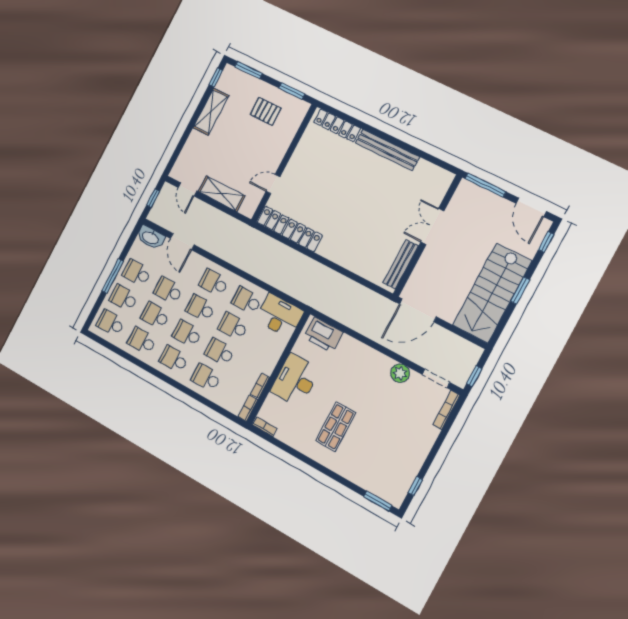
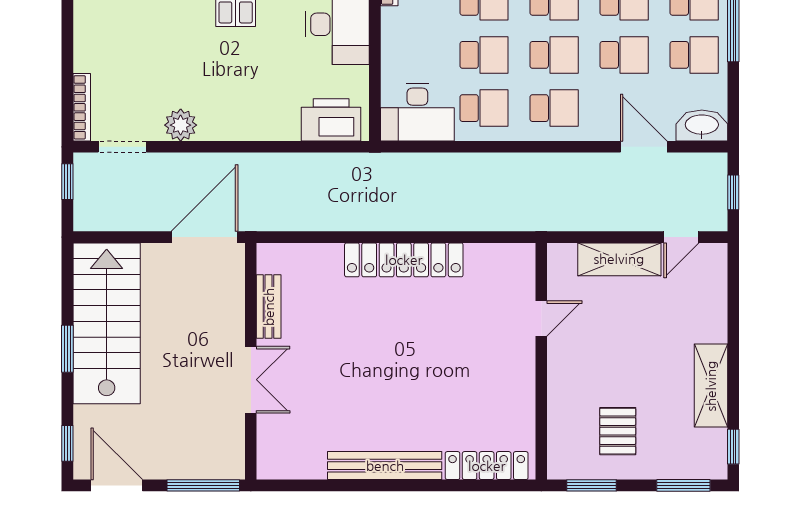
pallet: (266, 111) -> (618, 431), turned 90
door: (187, 189) -> (681, 237), swing flipped
locker: (290, 229) -> (404, 260), moved
bench: (401, 264) -> (269, 307), width x0.73

